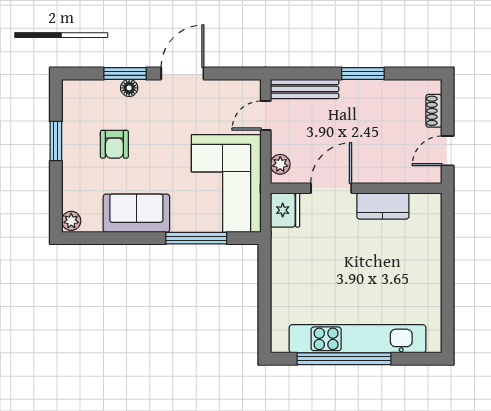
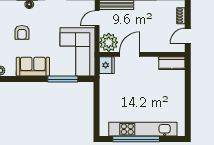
plant: (280, 164) -> (109, 42), width x1.87, depth x1.87
kitchen counter: (383, 206) -> (172, 63), moved

